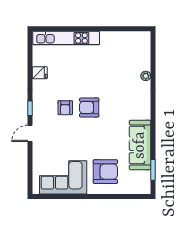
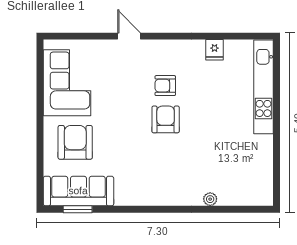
window: (30, 108) -> (164, 36), removed
sofa: (140, 145) -> (78, 191), moved
armchair: (105, 172) -> (75, 142), turned 180

